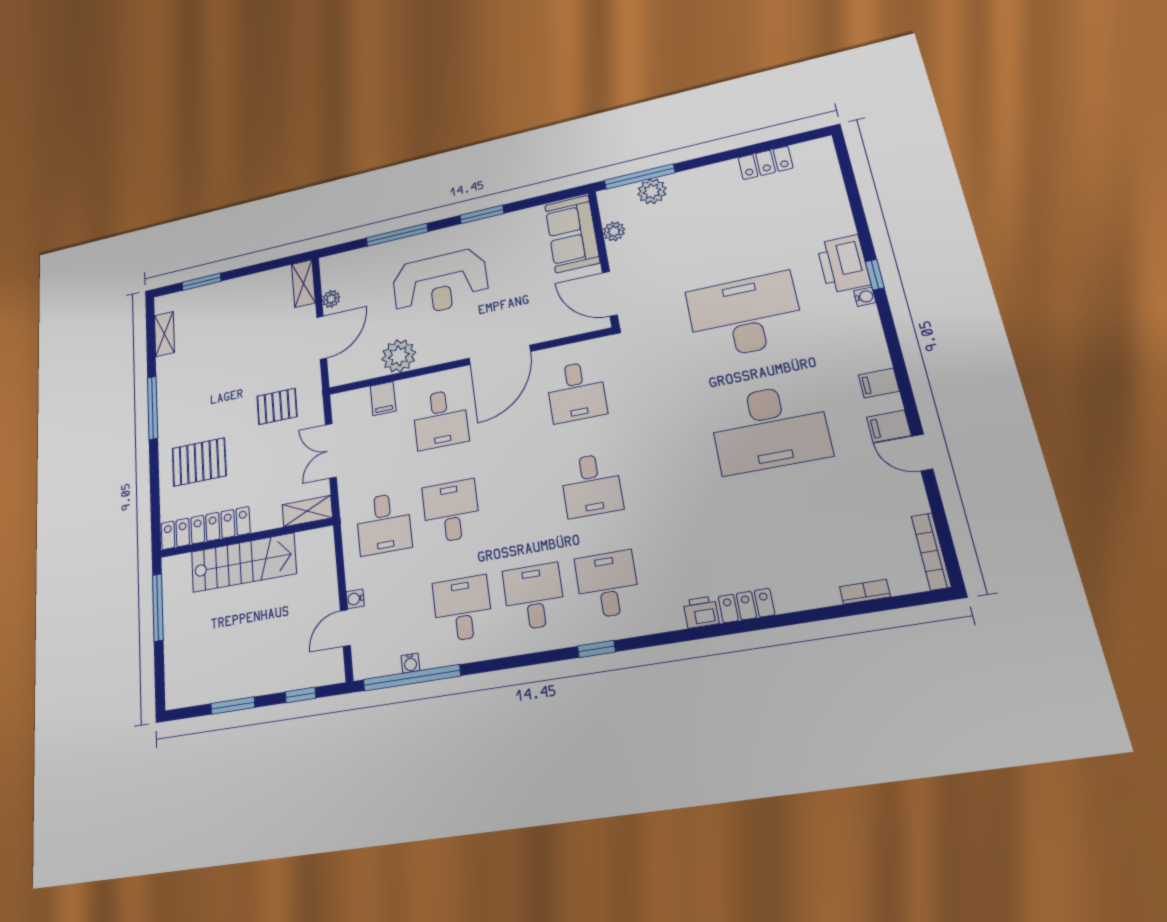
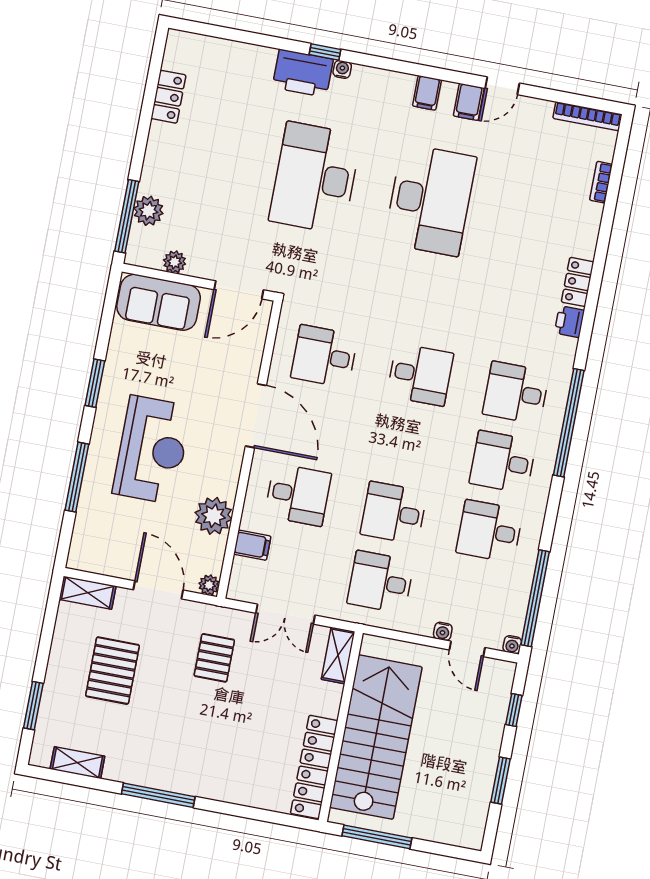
plant: (331, 299) -> (209, 585), moved
desk: (576, 392) -> (324, 356), turned 180
pallet: (199, 462) -> (113, 671), moved
desk: (384, 524) -> (381, 582), turned 180
stairs: (243, 563) -> (376, 737), width x1.36, depth x1.51
window: (596, 649) -> (569, 423), width x3.17
water cooler: (410, 663) -> (512, 645), moved, turned 90

